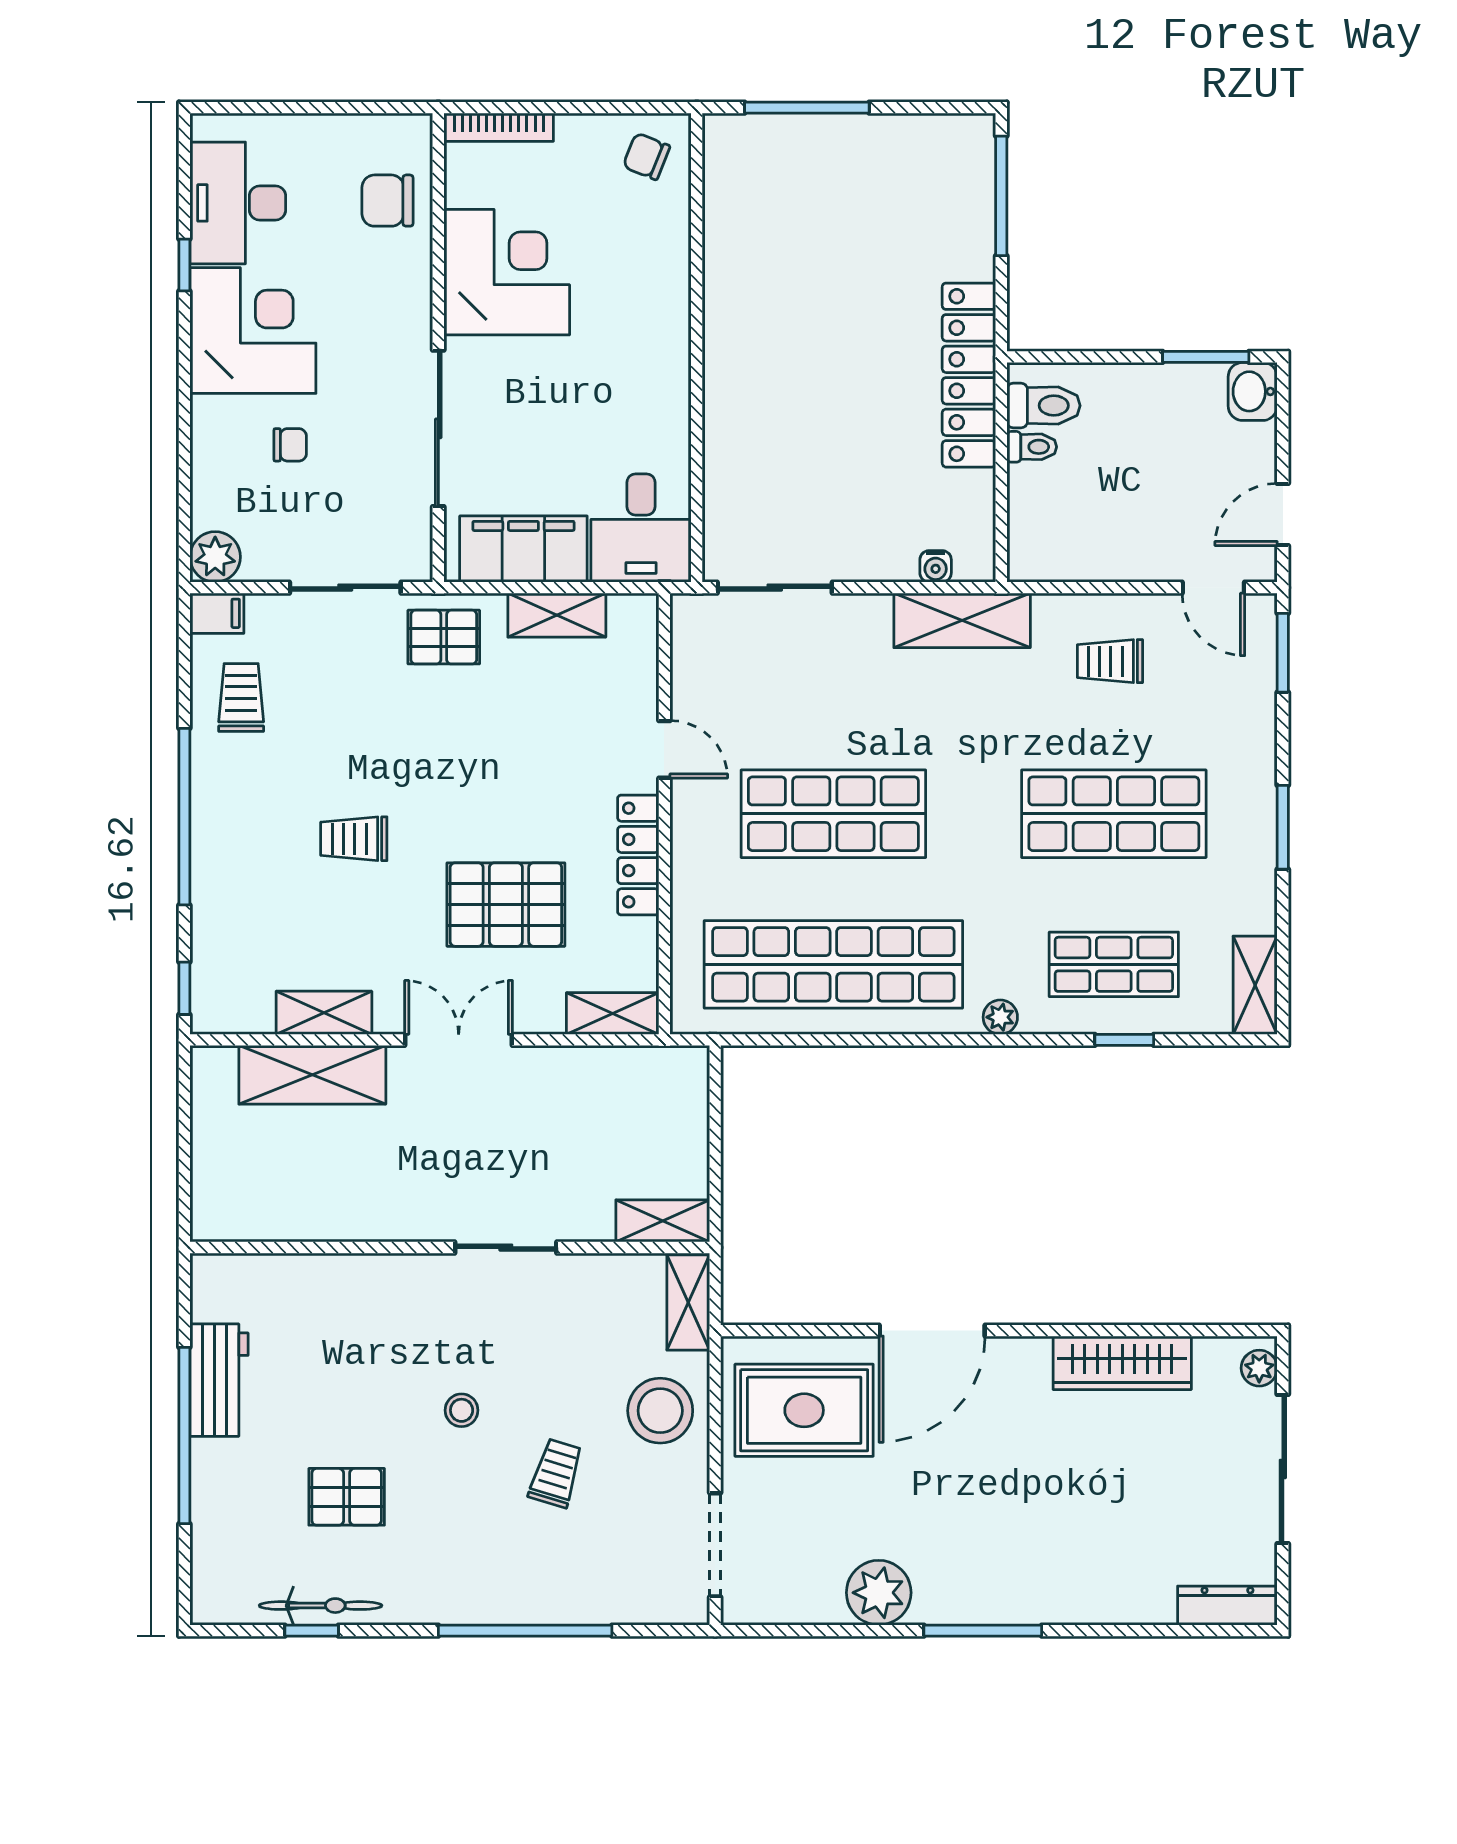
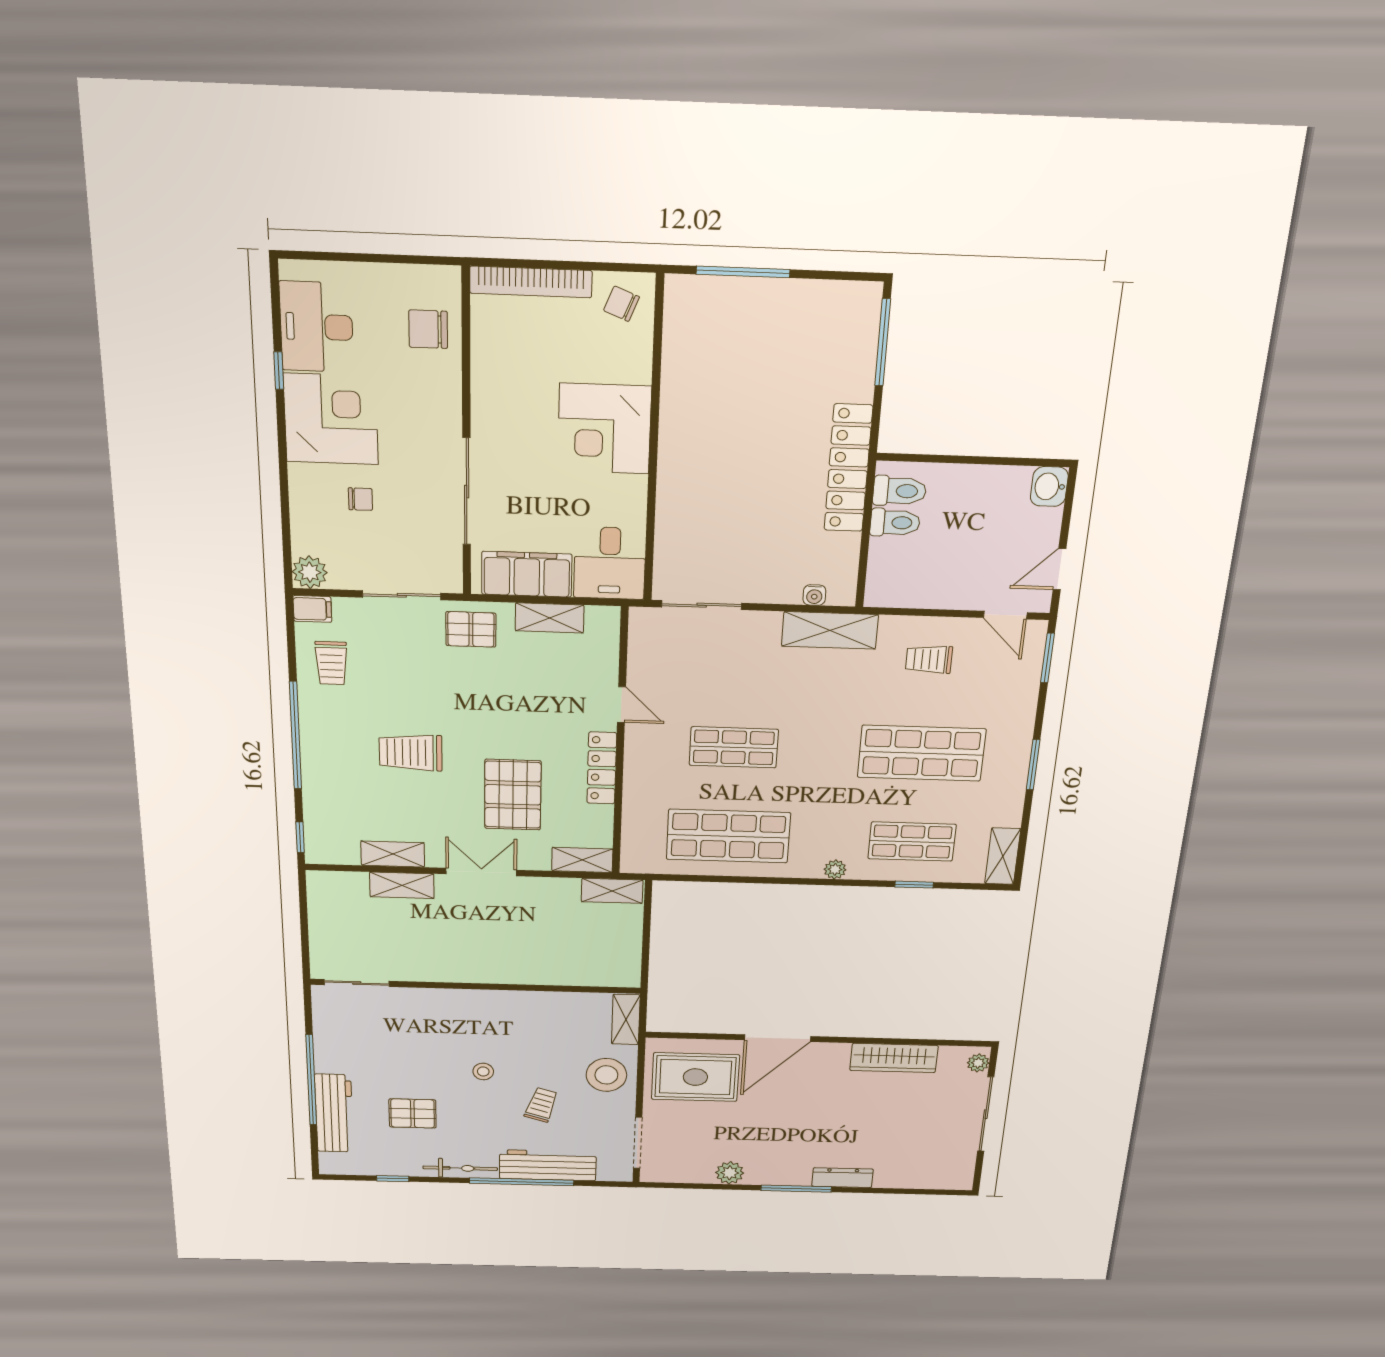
bookcase: (499, 127) -> (531, 282), width x1.48, depth x1.31
corner desk: (507, 272) -> (604, 429), moved, turned 180
window: (1206, 357) -> (1019, 462), removed
toilet: (1032, 447) -> (895, 523), width x1.37, depth x1.39
trolley: (241, 697) -> (331, 663), turned 180
shop shelf: (833, 814) -> (734, 747), width x0.70, depth x0.74
trolley: (354, 839) -> (411, 752), width x1.36, depth x1.39
pallet: (506, 905) -> (513, 795), turned 90
shop shelf: (833, 964) -> (728, 836), width x0.71
shelving: (312, 1075) -> (402, 885), width x0.67, depth x0.75
shelving: (663, 1221) -> (612, 891), moved
sliding door: (506, 1248) -> (357, 983), moved
workbench: (219, 1380) -> (334, 1113), moved, width x1.38
plant: (879, 1593) -> (730, 1173), width x0.73, depth x0.73
workbench: (568, 1595) -> (548, 1165), added
bicycle: (321, 1606) -> (460, 1168), moved
dresser: (1227, 1606) -> (843, 1178), moved

